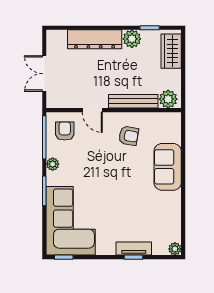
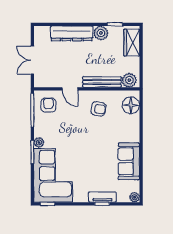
floor lamp: (170, 131) -> (131, 105), added
plant: (53, 164) -> (39, 142), moved
sofa: (168, 167) -> (129, 161), moved

